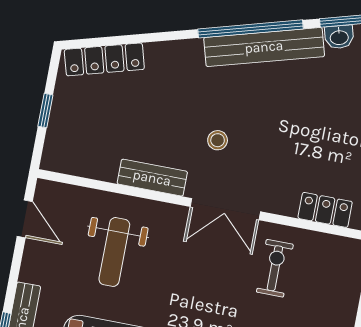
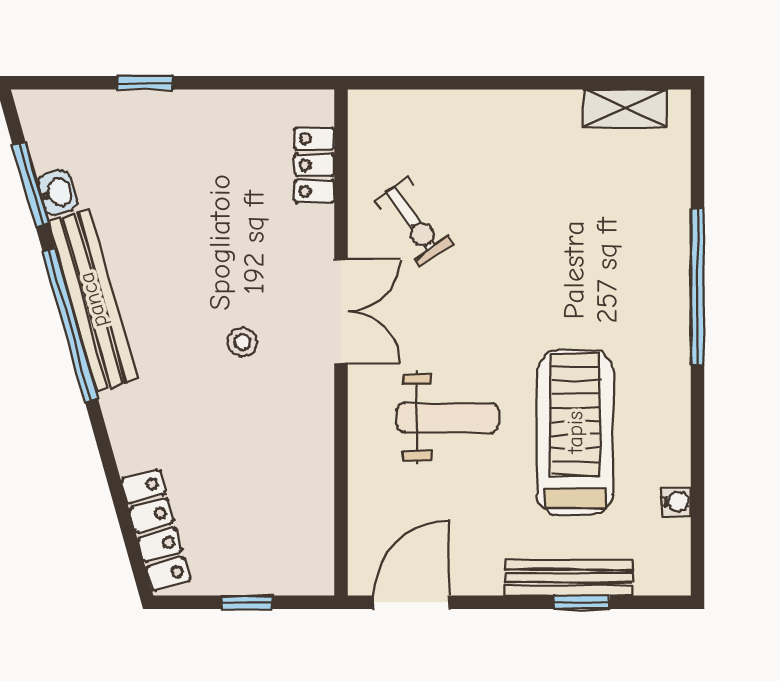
bench: (152, 178) -> (315, 427), removed
door: (25, 219) -> (411, 602), width x1.38
weight bench: (114, 252) -> (448, 418), moved
exercise bike: (275, 268) -> (414, 222), turned -125

